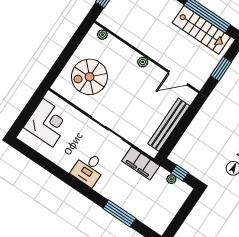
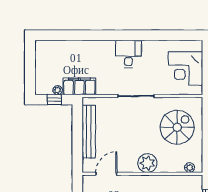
plant: (143, 62) -> (147, 163), width x1.87, depth x1.87
filing cabinet: (141, 163) -> (79, 86), moved
window: (119, 214) -> (80, 35), removed

